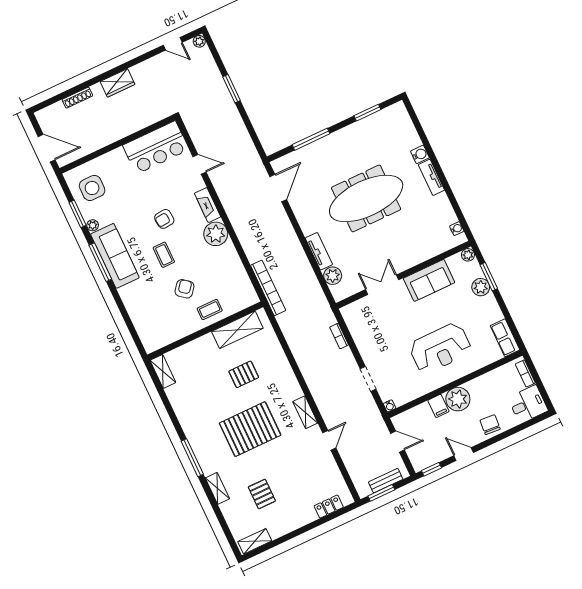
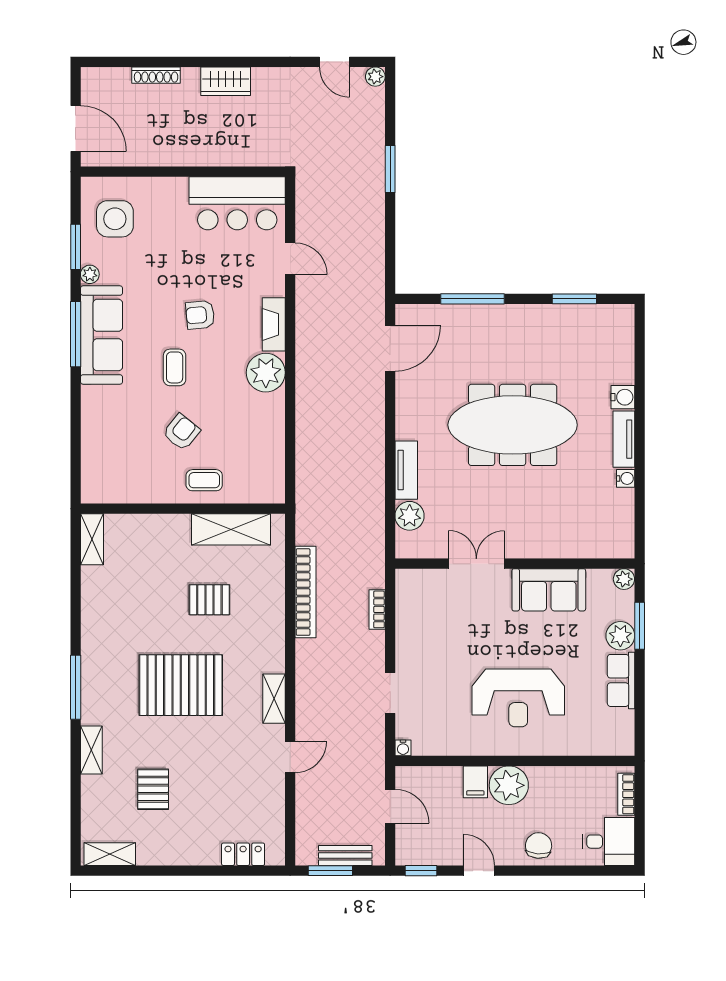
water cooler: (457, 229) -> (626, 478), moved
bookcase: (268, 288) -> (306, 592), moved
row of seats: (505, 338) -> (621, 680), moved

